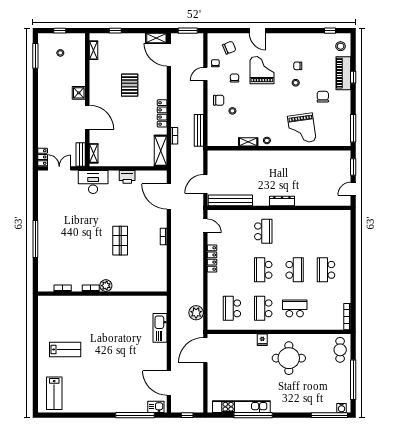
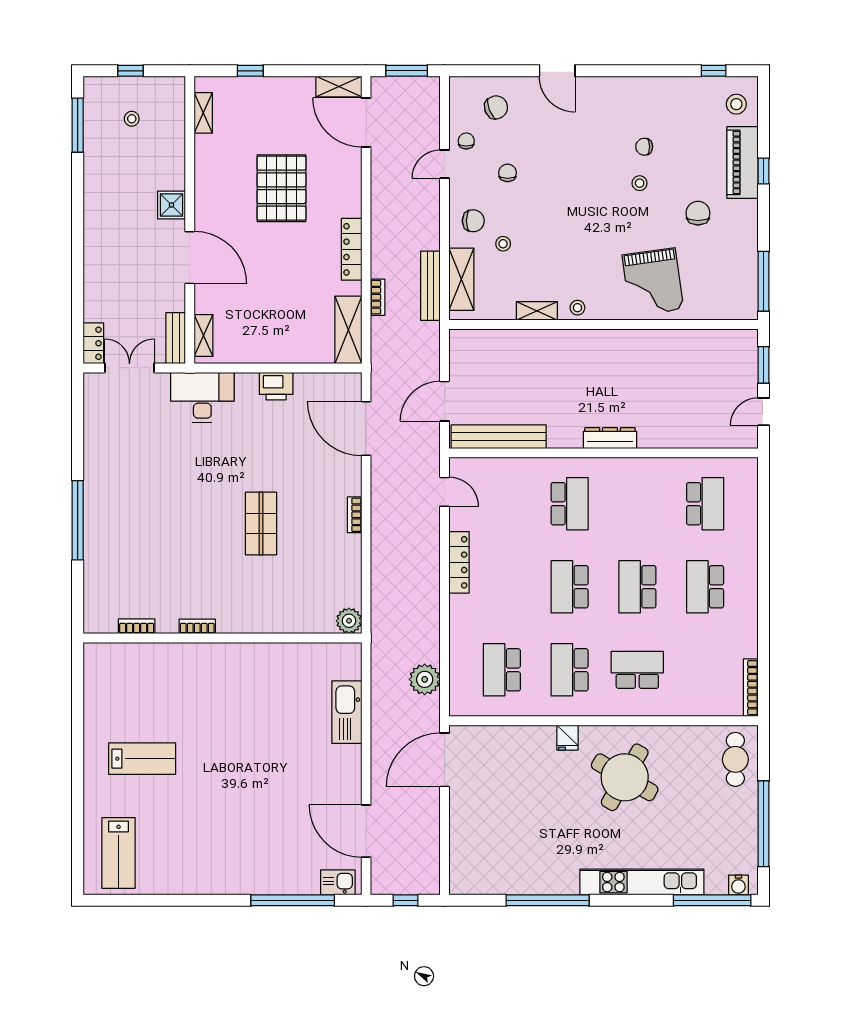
grand piano: (262, 70) -> (567, 156), removed
pallet: (130, 85) -> (281, 188), width x1.37, depth x1.41
shelving: (213, 127) -> (461, 279), added
school desk: (326, 231) -> (705, 504), added
school desk: (295, 270) -> (637, 587), turned 180
plant: (106, 286) -> (349, 621), moved
round table: (289, 358) -> (625, 777), turned 30
kitchen unit: (241, 407) -> (642, 882), moved

